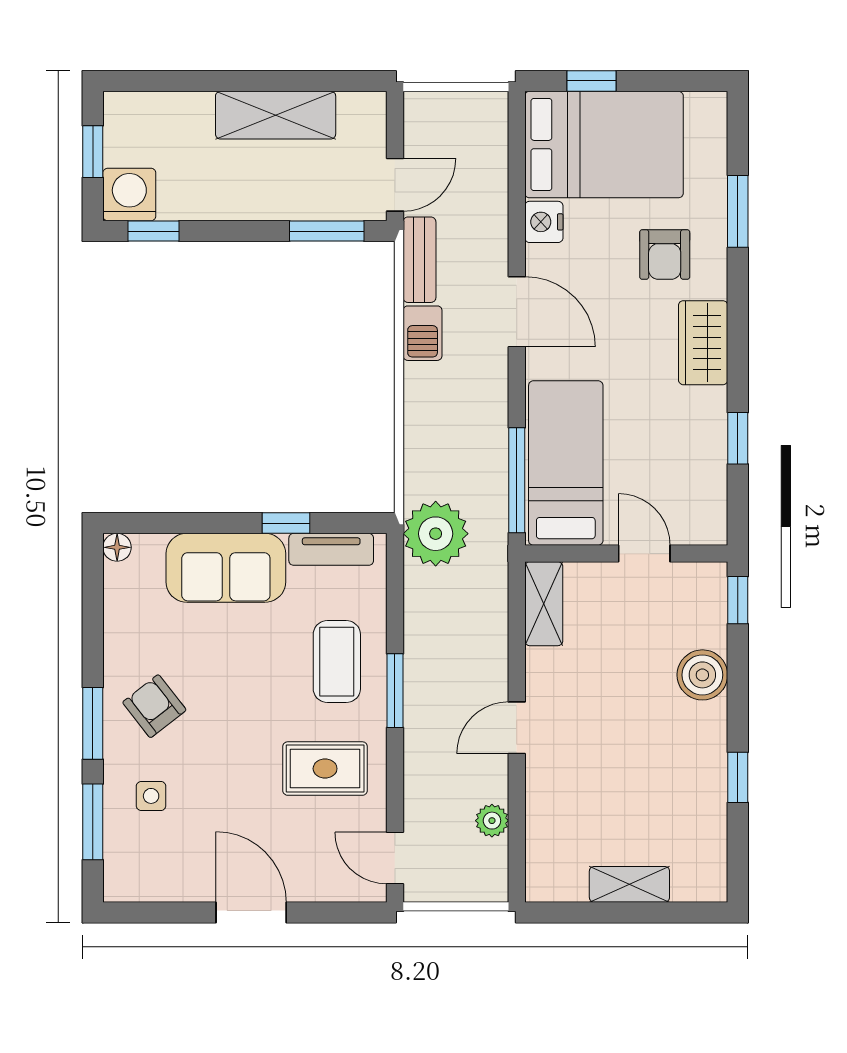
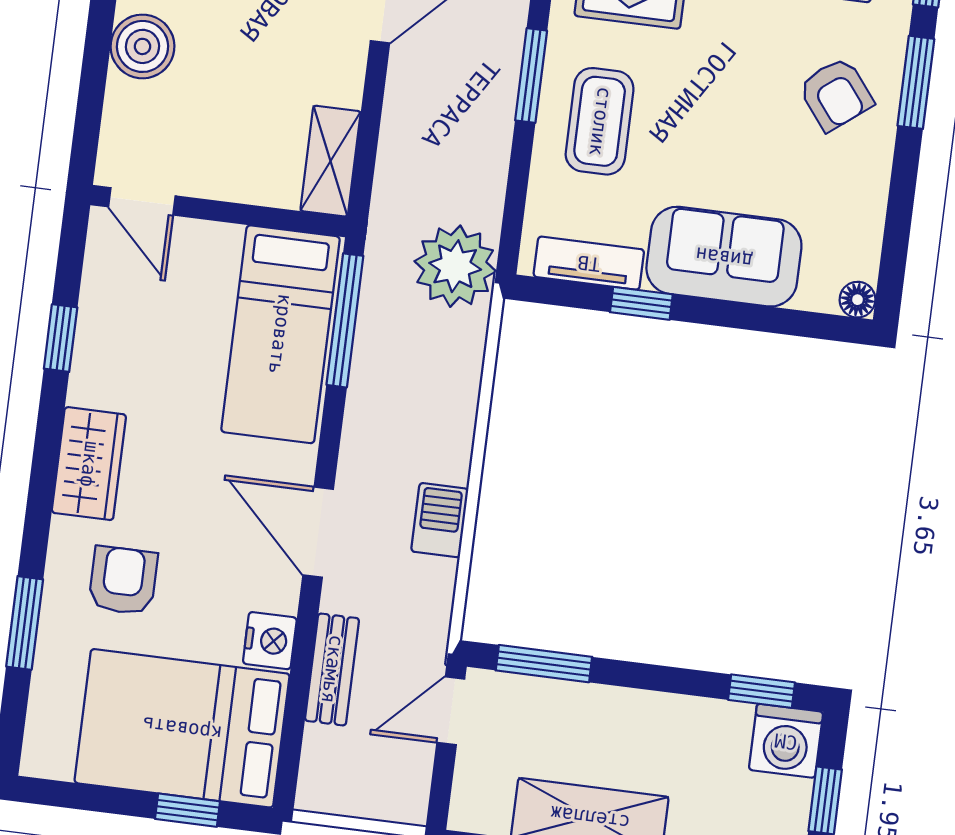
bench: (419, 260) -> (332, 669), moved
door: (644, 553) -> (142, 201), moved
window: (738, 600) -> (86, 135), removed

